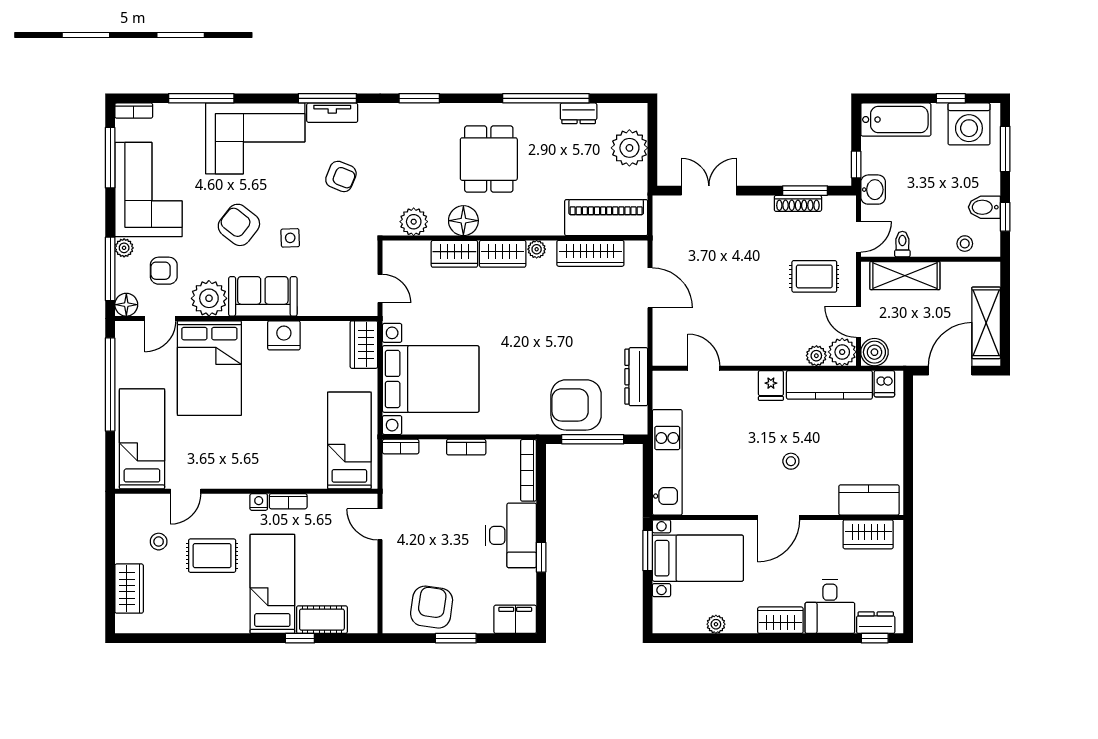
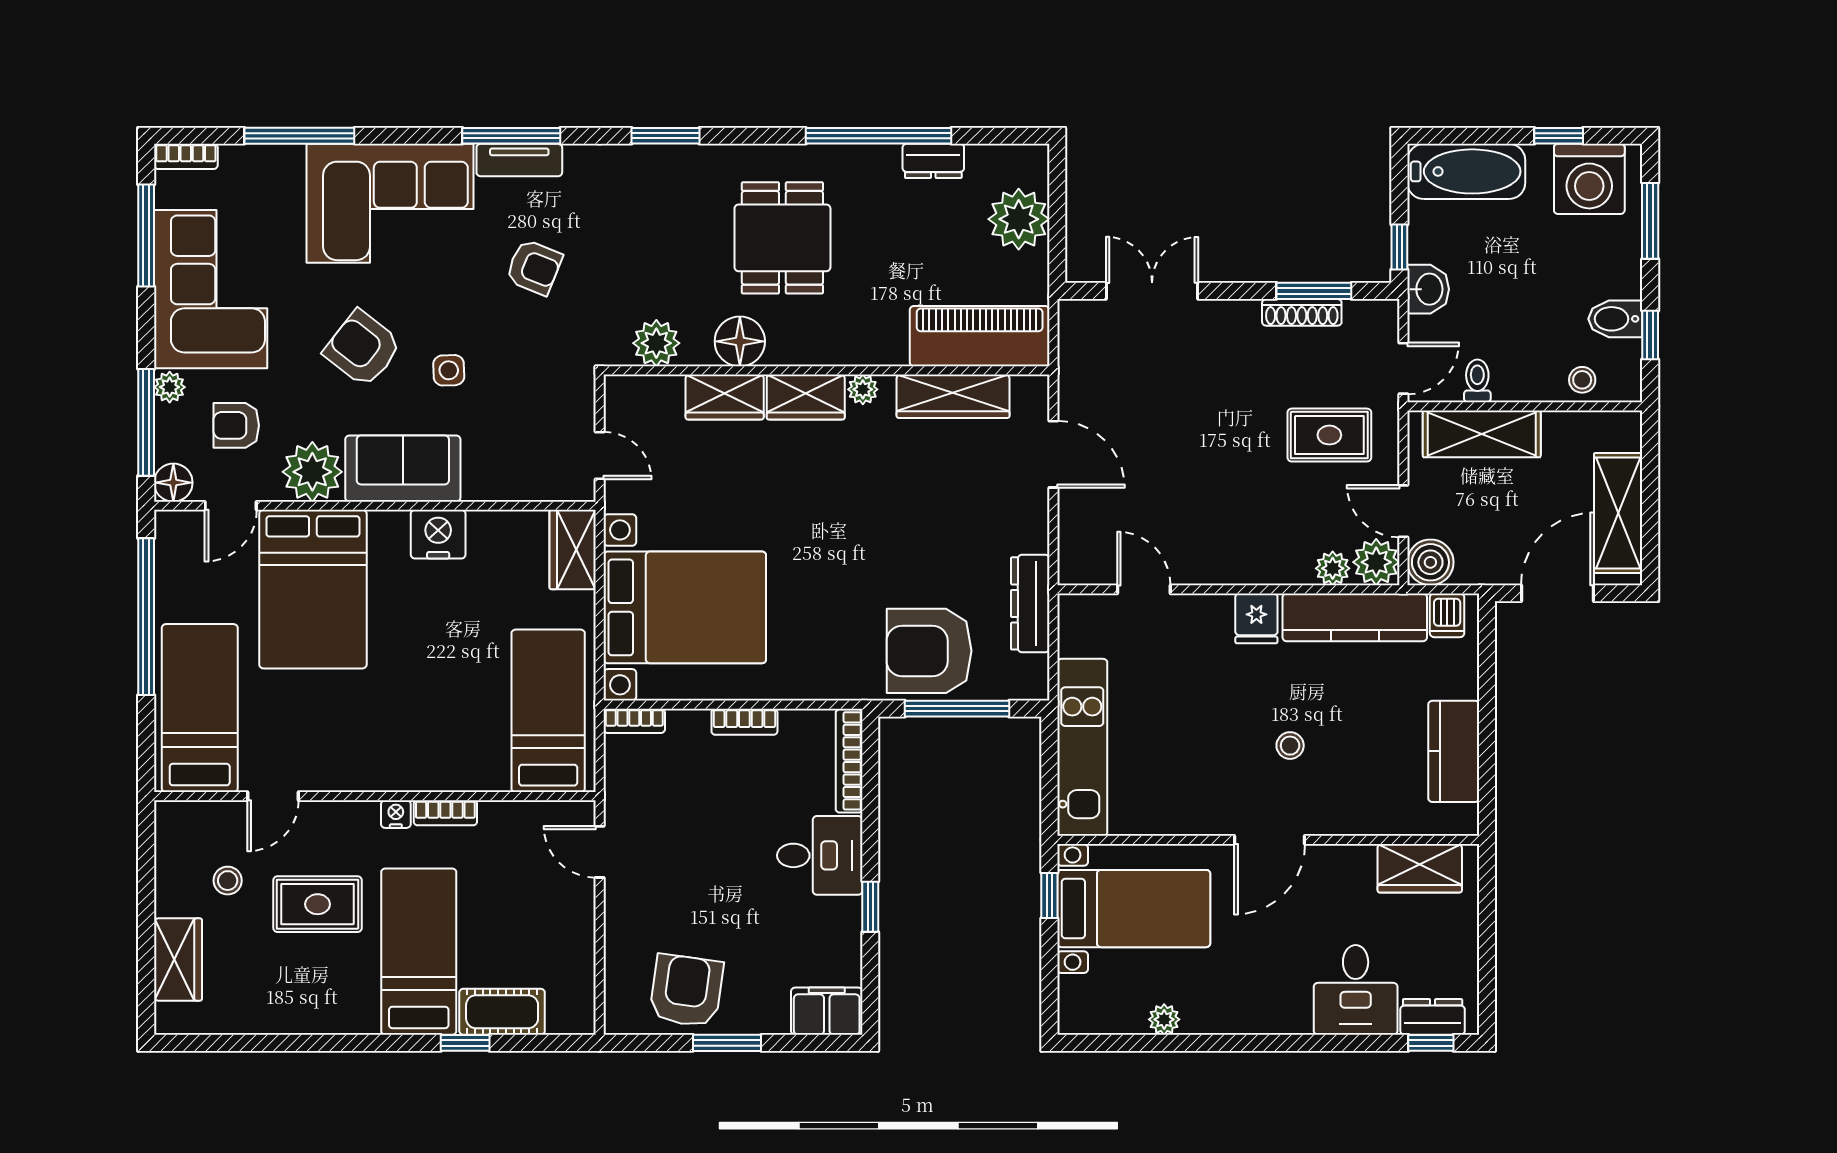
kitchen counter: (869, 500) -> (1454, 751), moved, turned -90
desk: (511, 535) -> (820, 855), width x0.73
window: (648, 550) -> (1049, 896), width x0.67
wardrobe: (780, 620) -> (1272, 1013), removed

